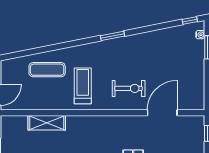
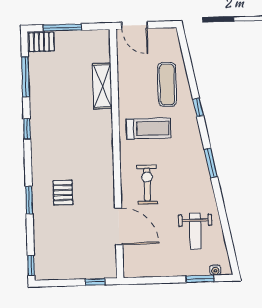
window: (190, 21) -> (198, 107), moved
weight bench: (168, 50) -> (195, 231), added
exercise bike: (129, 88) -> (147, 184), turned 180

